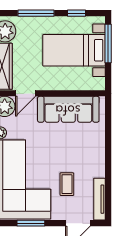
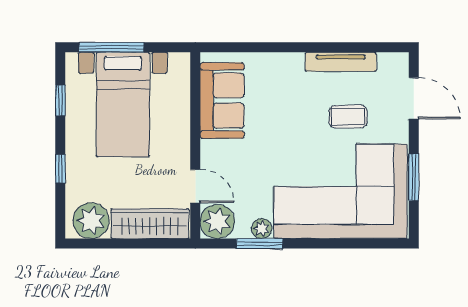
window: (36, 13) -> (60, 169), width x0.46
sofa: (68, 109) -> (222, 101), width x0.73
tv unit: (99, 199) -> (341, 62), moved

